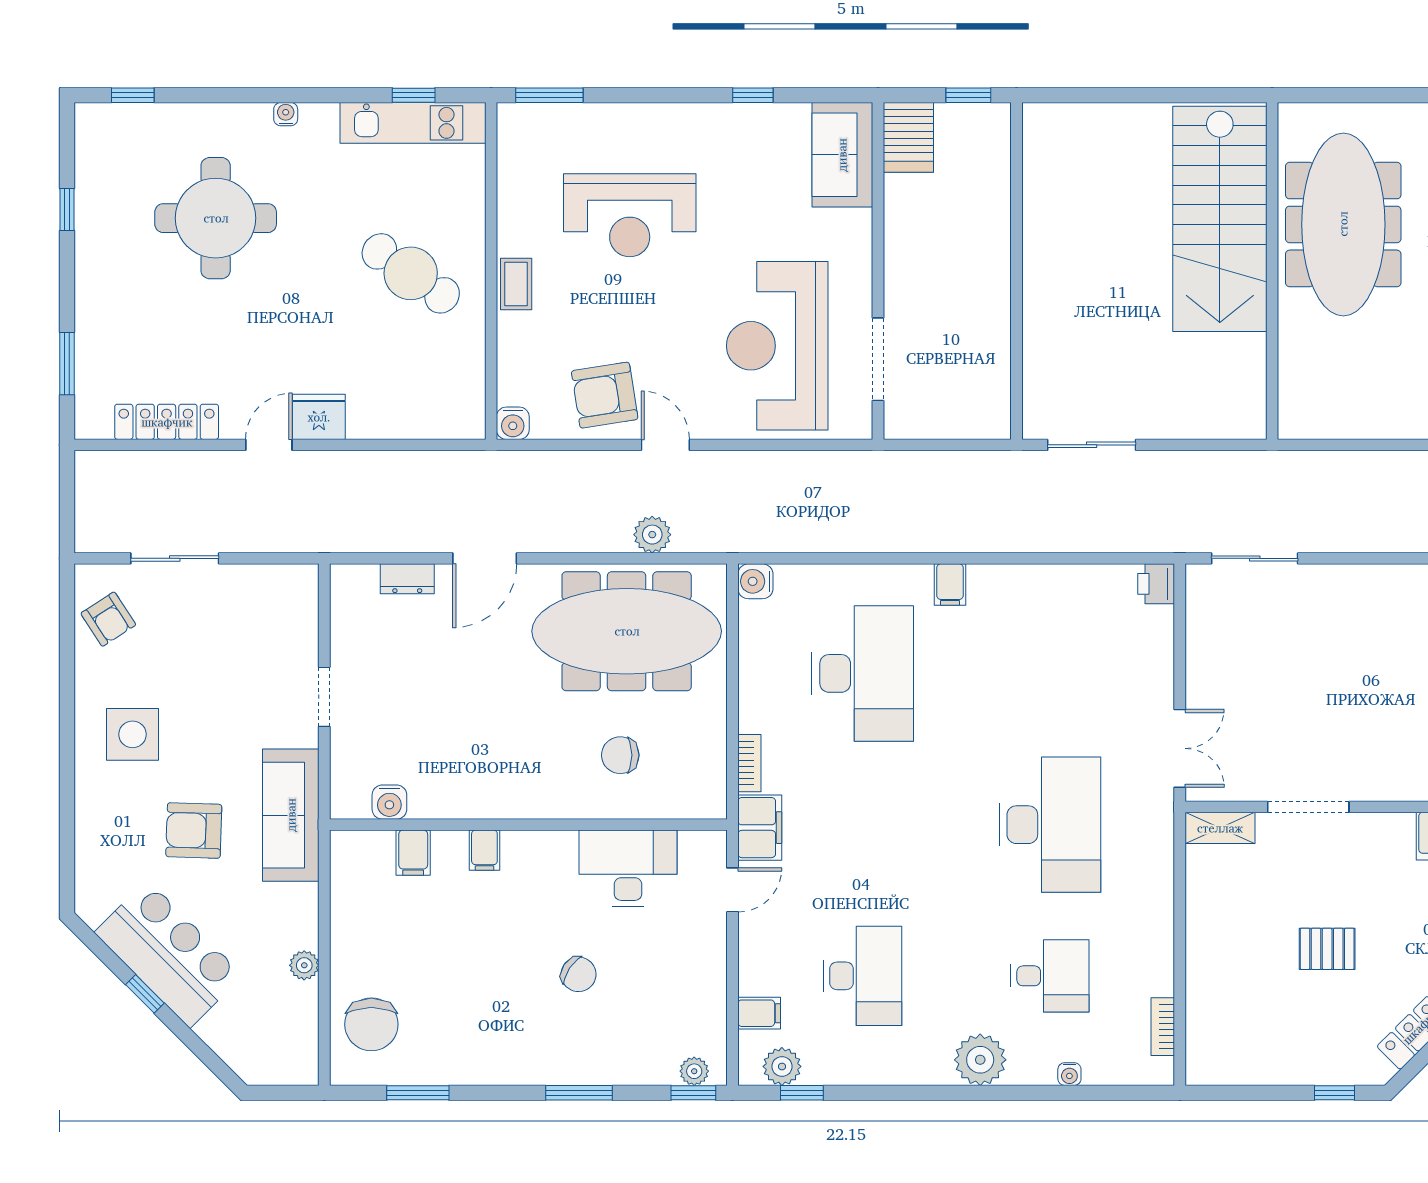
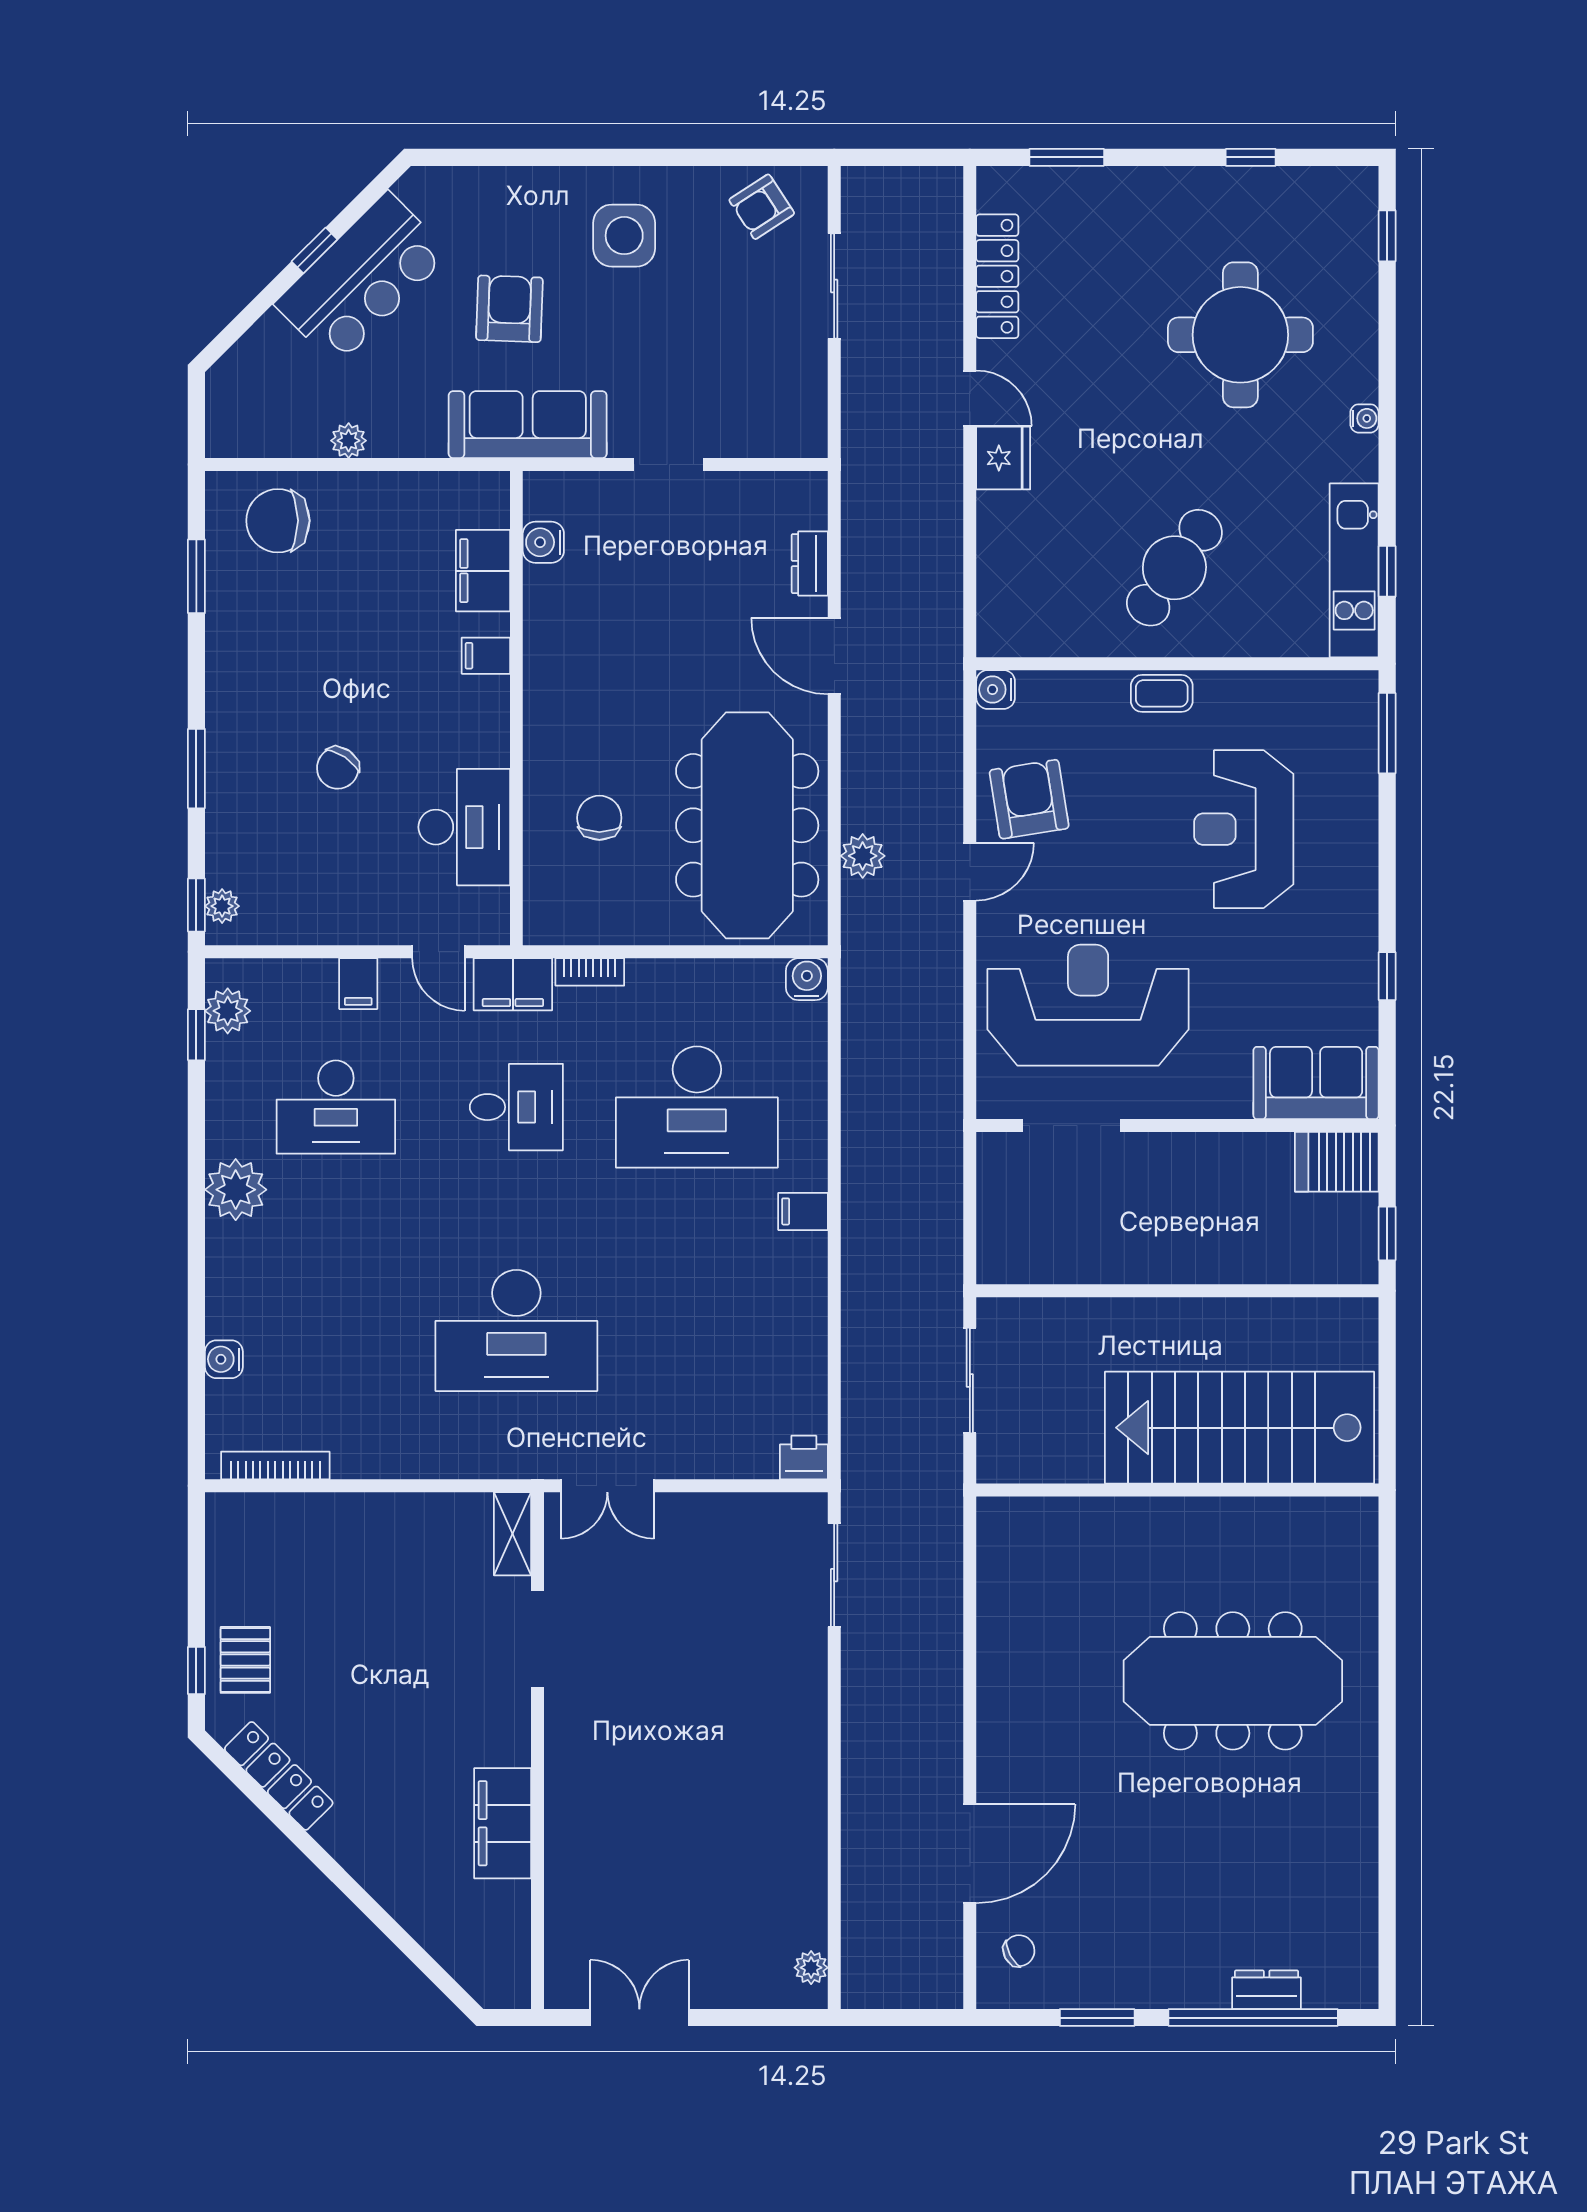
stairs: (1220, 219) -> (1240, 1428), moved
wall: (1272, 271) -> (1177, 1490), moved
filing cabinet: (413, 853) -> (483, 571), width x2.00
pallet: (1327, 949) -> (245, 1660), moved
desk: (1050, 976) -> (516, 1107), moved, turned -90
filing cabinet: (759, 1013) -> (358, 984), moved
bookcase: (1163, 1027) -> (275, 1465), width x1.56
plant: (980, 1060) -> (236, 1190), moved
water cooler: (1069, 1074) -> (224, 1359), width x1.38, depth x1.38

